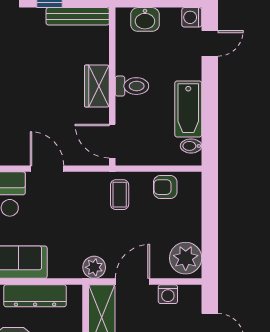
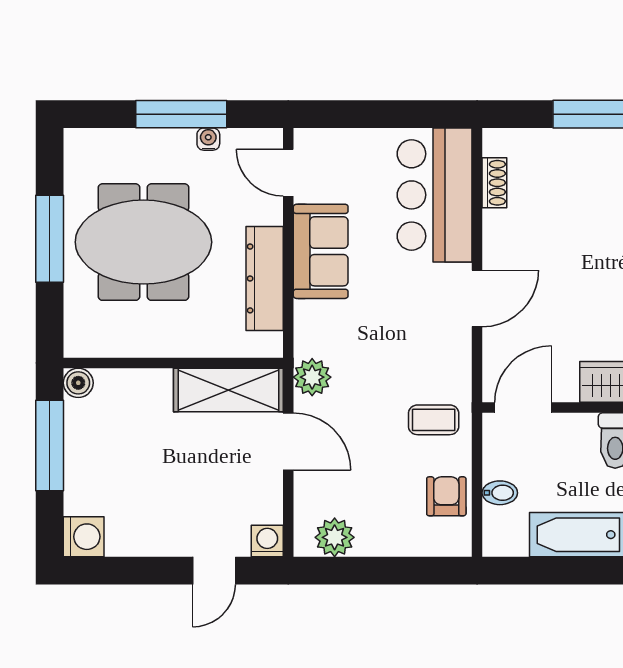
bidet: (191, 146) -> (500, 493), moved, turned 90
plant: (186, 258) -> (335, 537), width x0.73, depth x0.73
washing machine: (168, 294) -> (267, 541), moved, turned 90

